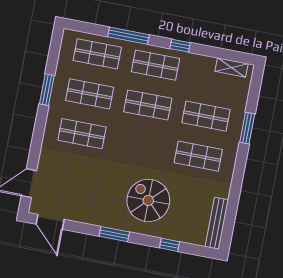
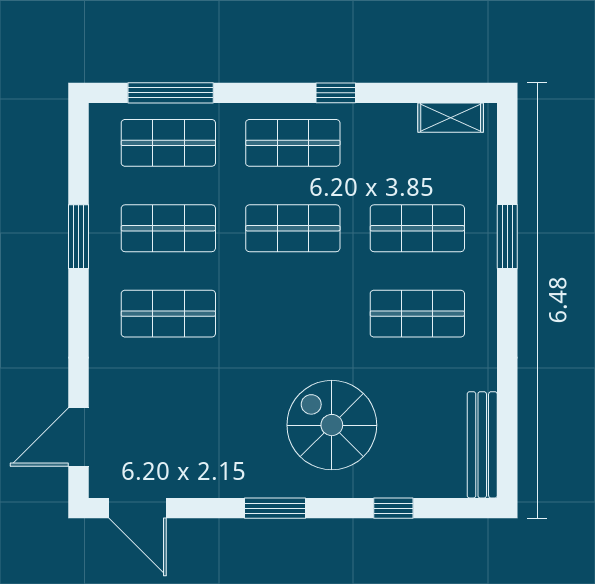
window: (128, 36) -> (171, 93), moved

